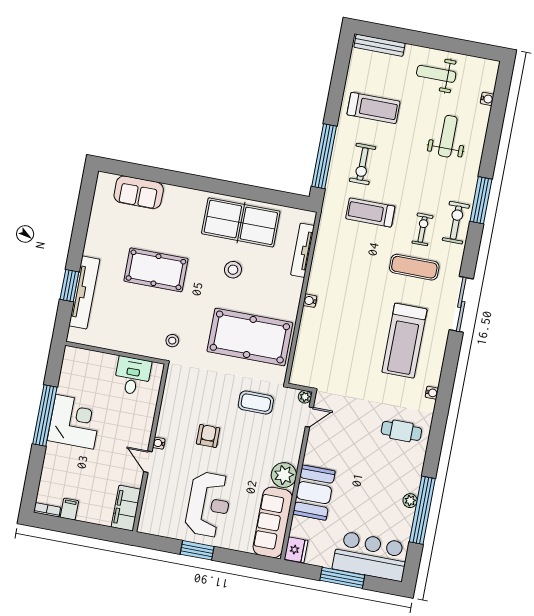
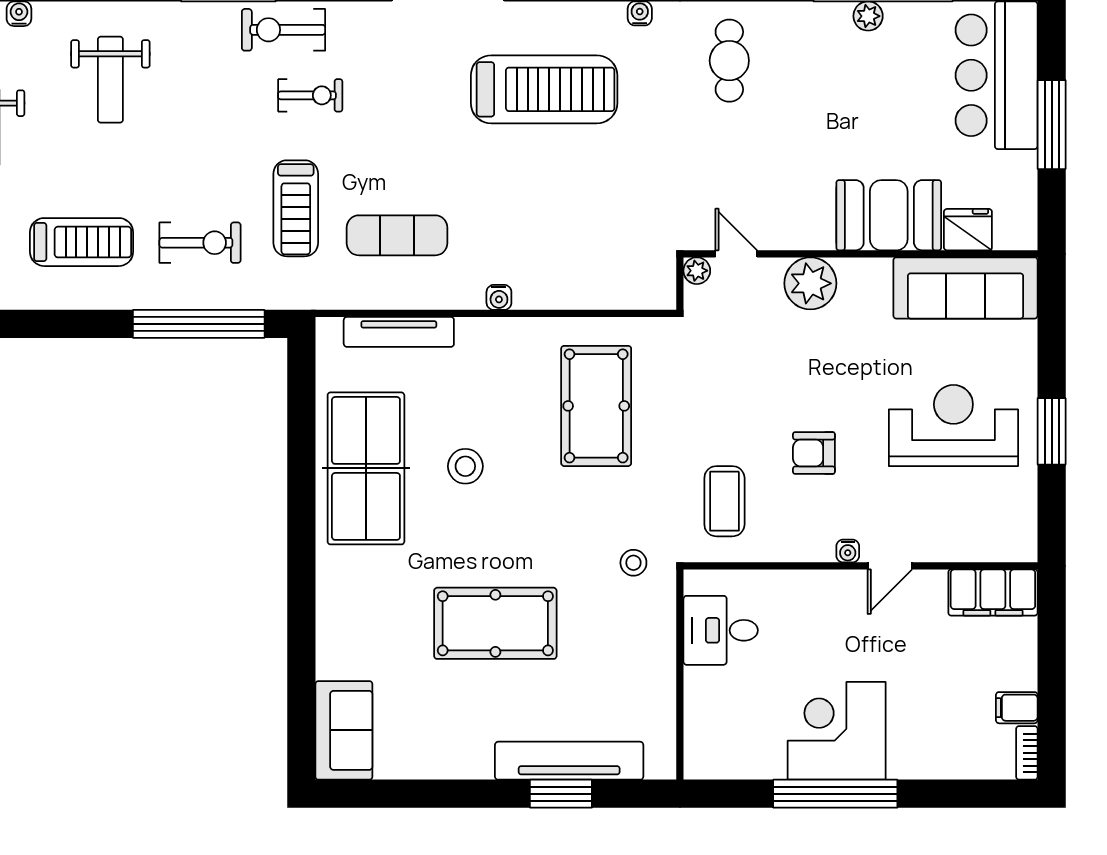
treadmill: (373, 108) -> (82, 242), turned 90
weight bench: (448, 136) -> (110, 80), turned -90
sofa: (139, 192) -> (344, 730), moved
exercise bike: (422, 229) -> (310, 95), turned 180
exercise mat: (414, 267) -> (397, 235), moved, turned 90
pool table: (156, 270) -> (495, 623), turned 90
pool table: (250, 337) -> (596, 406), width x0.73, depth x0.76
coffee table: (256, 403) -> (724, 501), moved
plant: (284, 475) -> (810, 283), moved
fridge: (296, 550) -> (968, 230), moved

